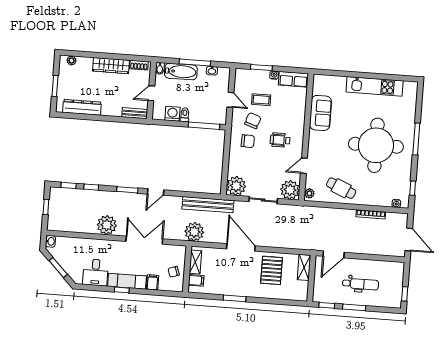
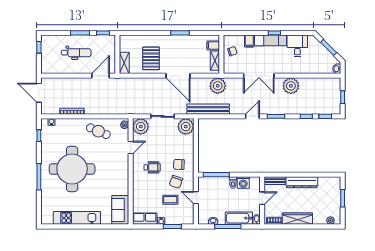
dresser: (82, 107) -> (302, 182), moved
sofa: (321, 113) -> (120, 210), moved
dental chair: (361, 284) -> (76, 53), turned 180

